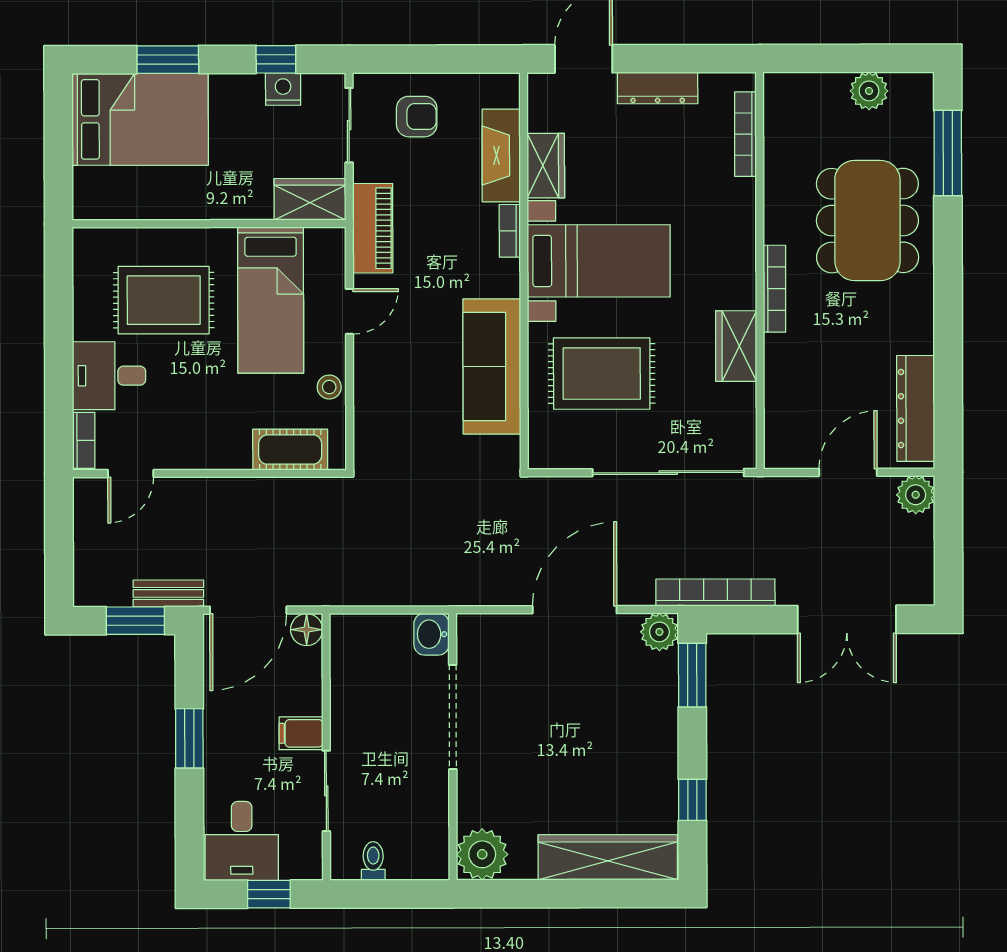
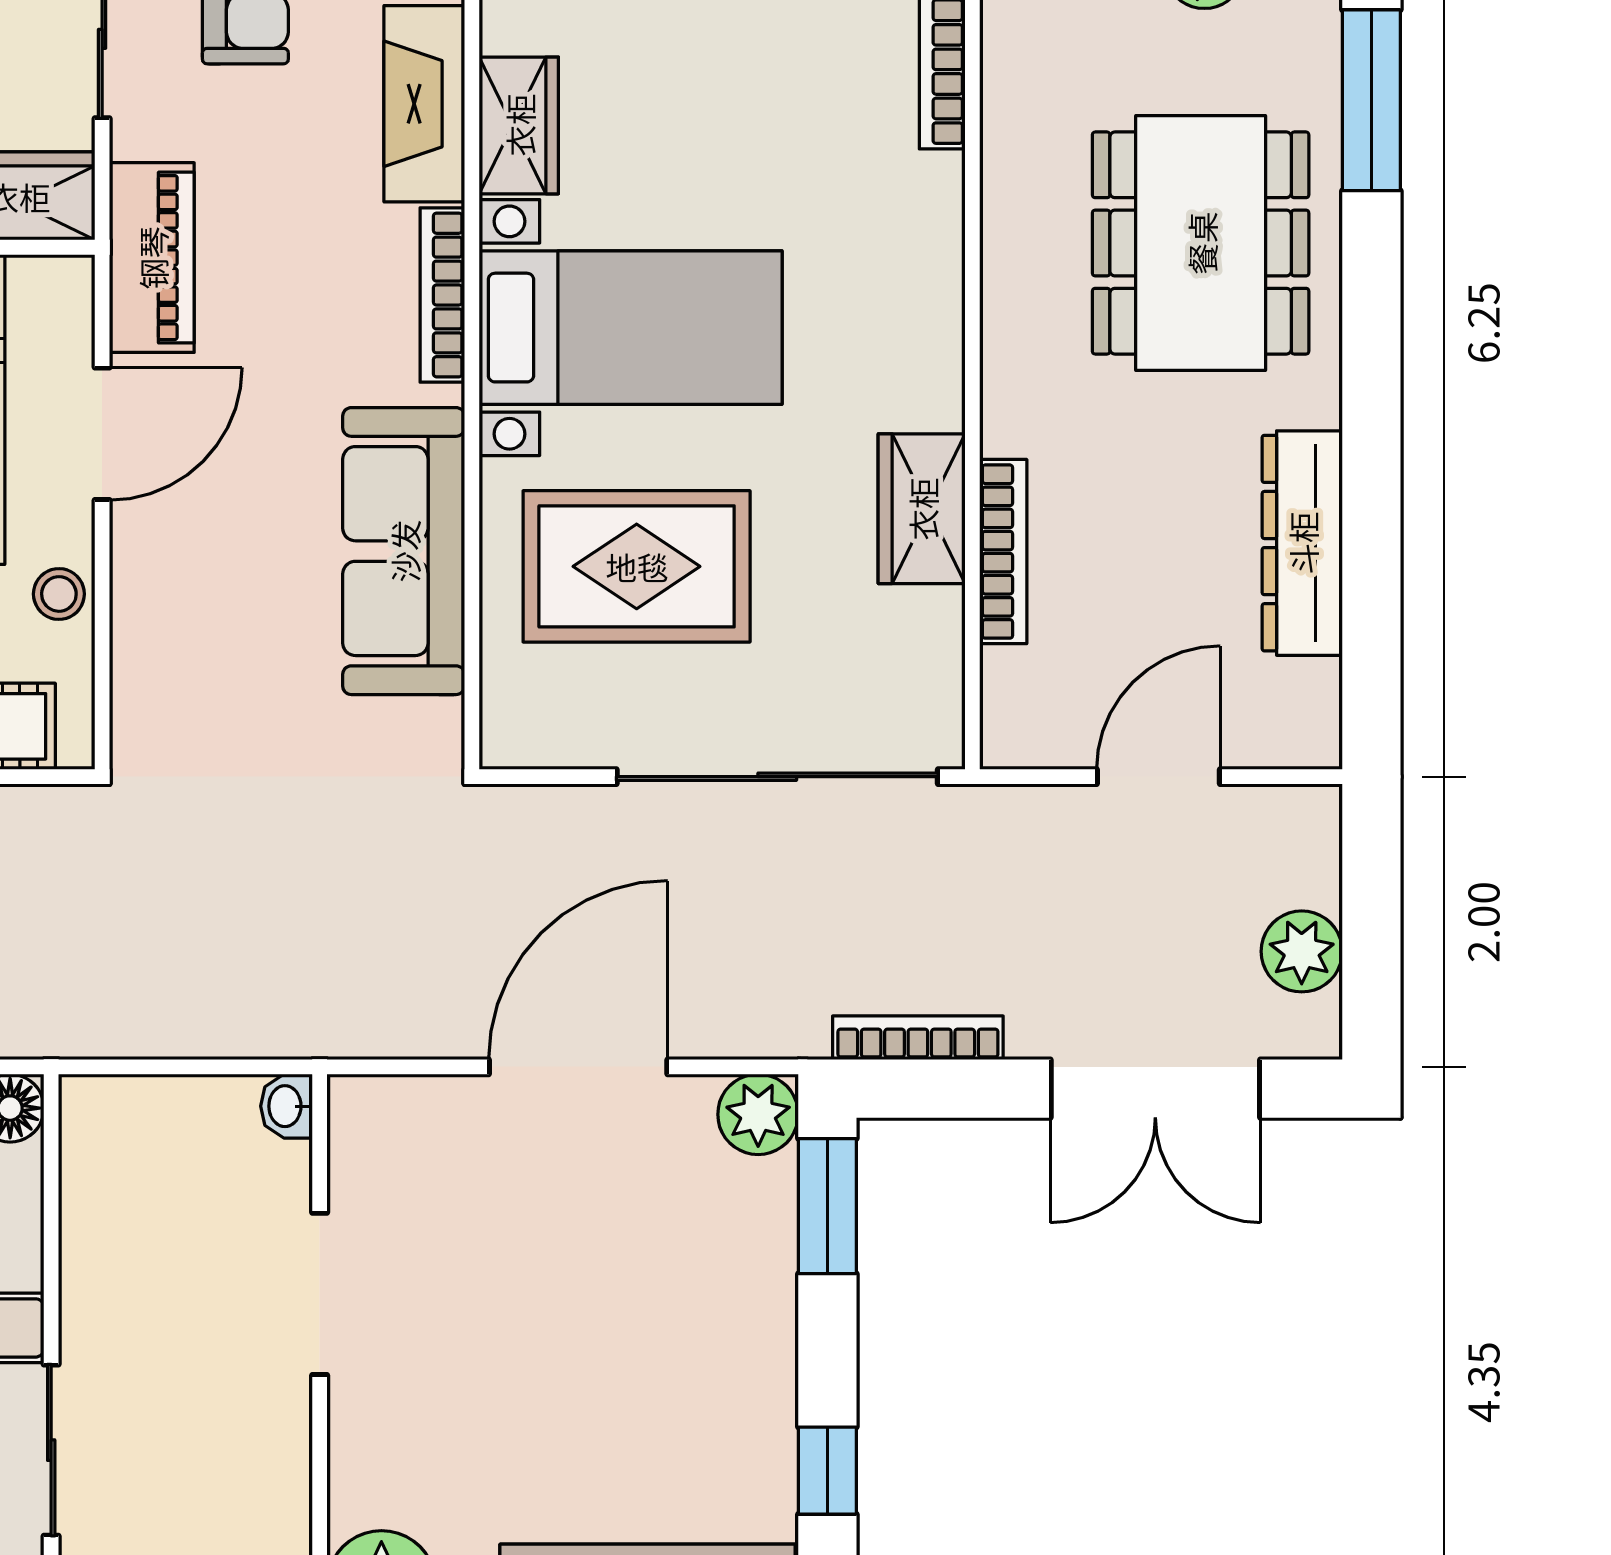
bookcase: (510, 231) -> (442, 295), width x1.56
bookcase: (774, 289) -> (1003, 552), moved
door: (349, 311) -> (102, 434), width x1.38
dresser: (916, 408) -> (1302, 543), moved
plant: (916, 495) -> (1302, 951), moved
bookcase: (715, 592) -> (918, 1038), width x0.68, depth x0.76
washbasin: (432, 634) -> (286, 1106), width x0.72, depth x0.69
doorway: (453, 717) -> (320, 1294), width x0.73

